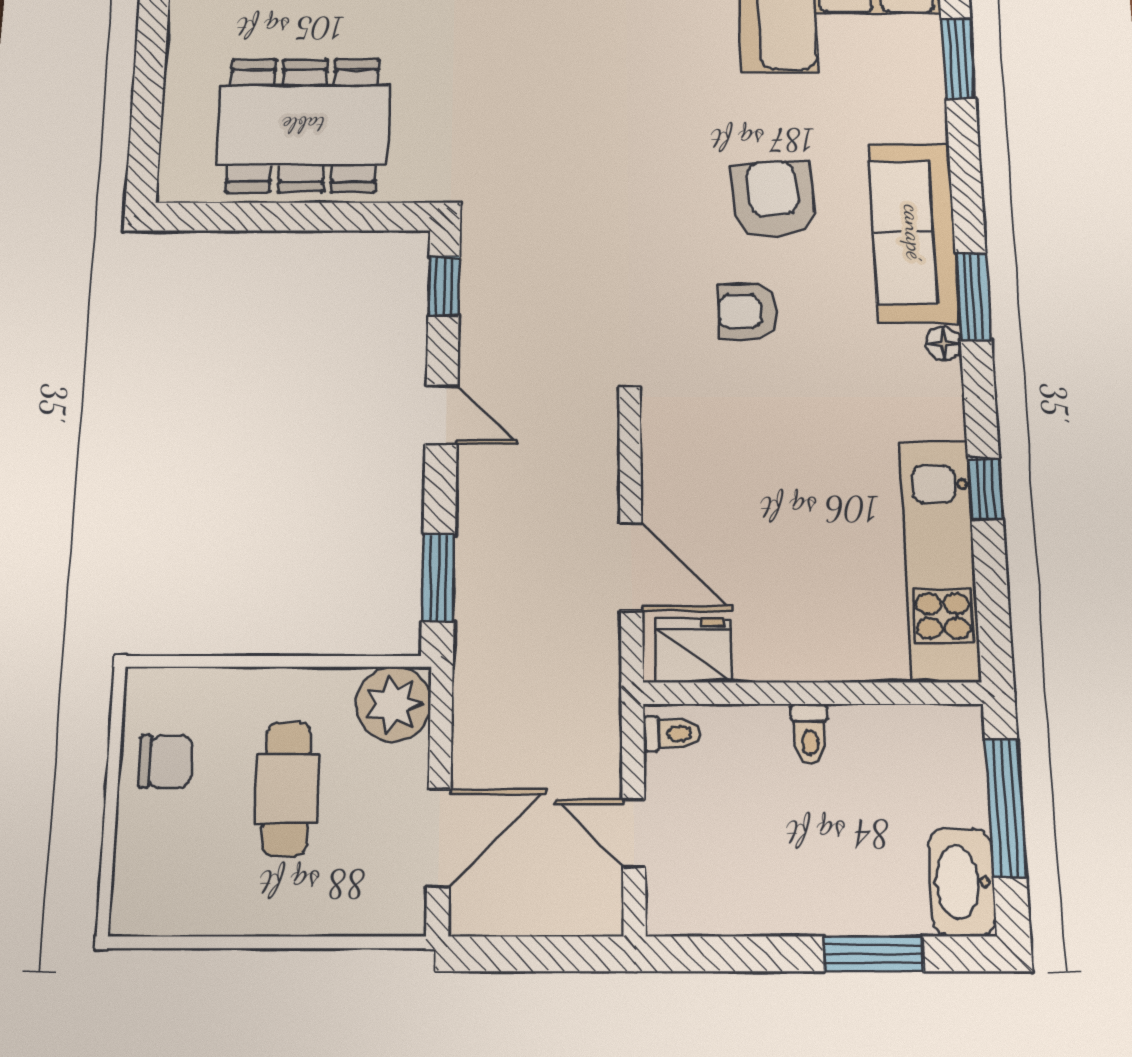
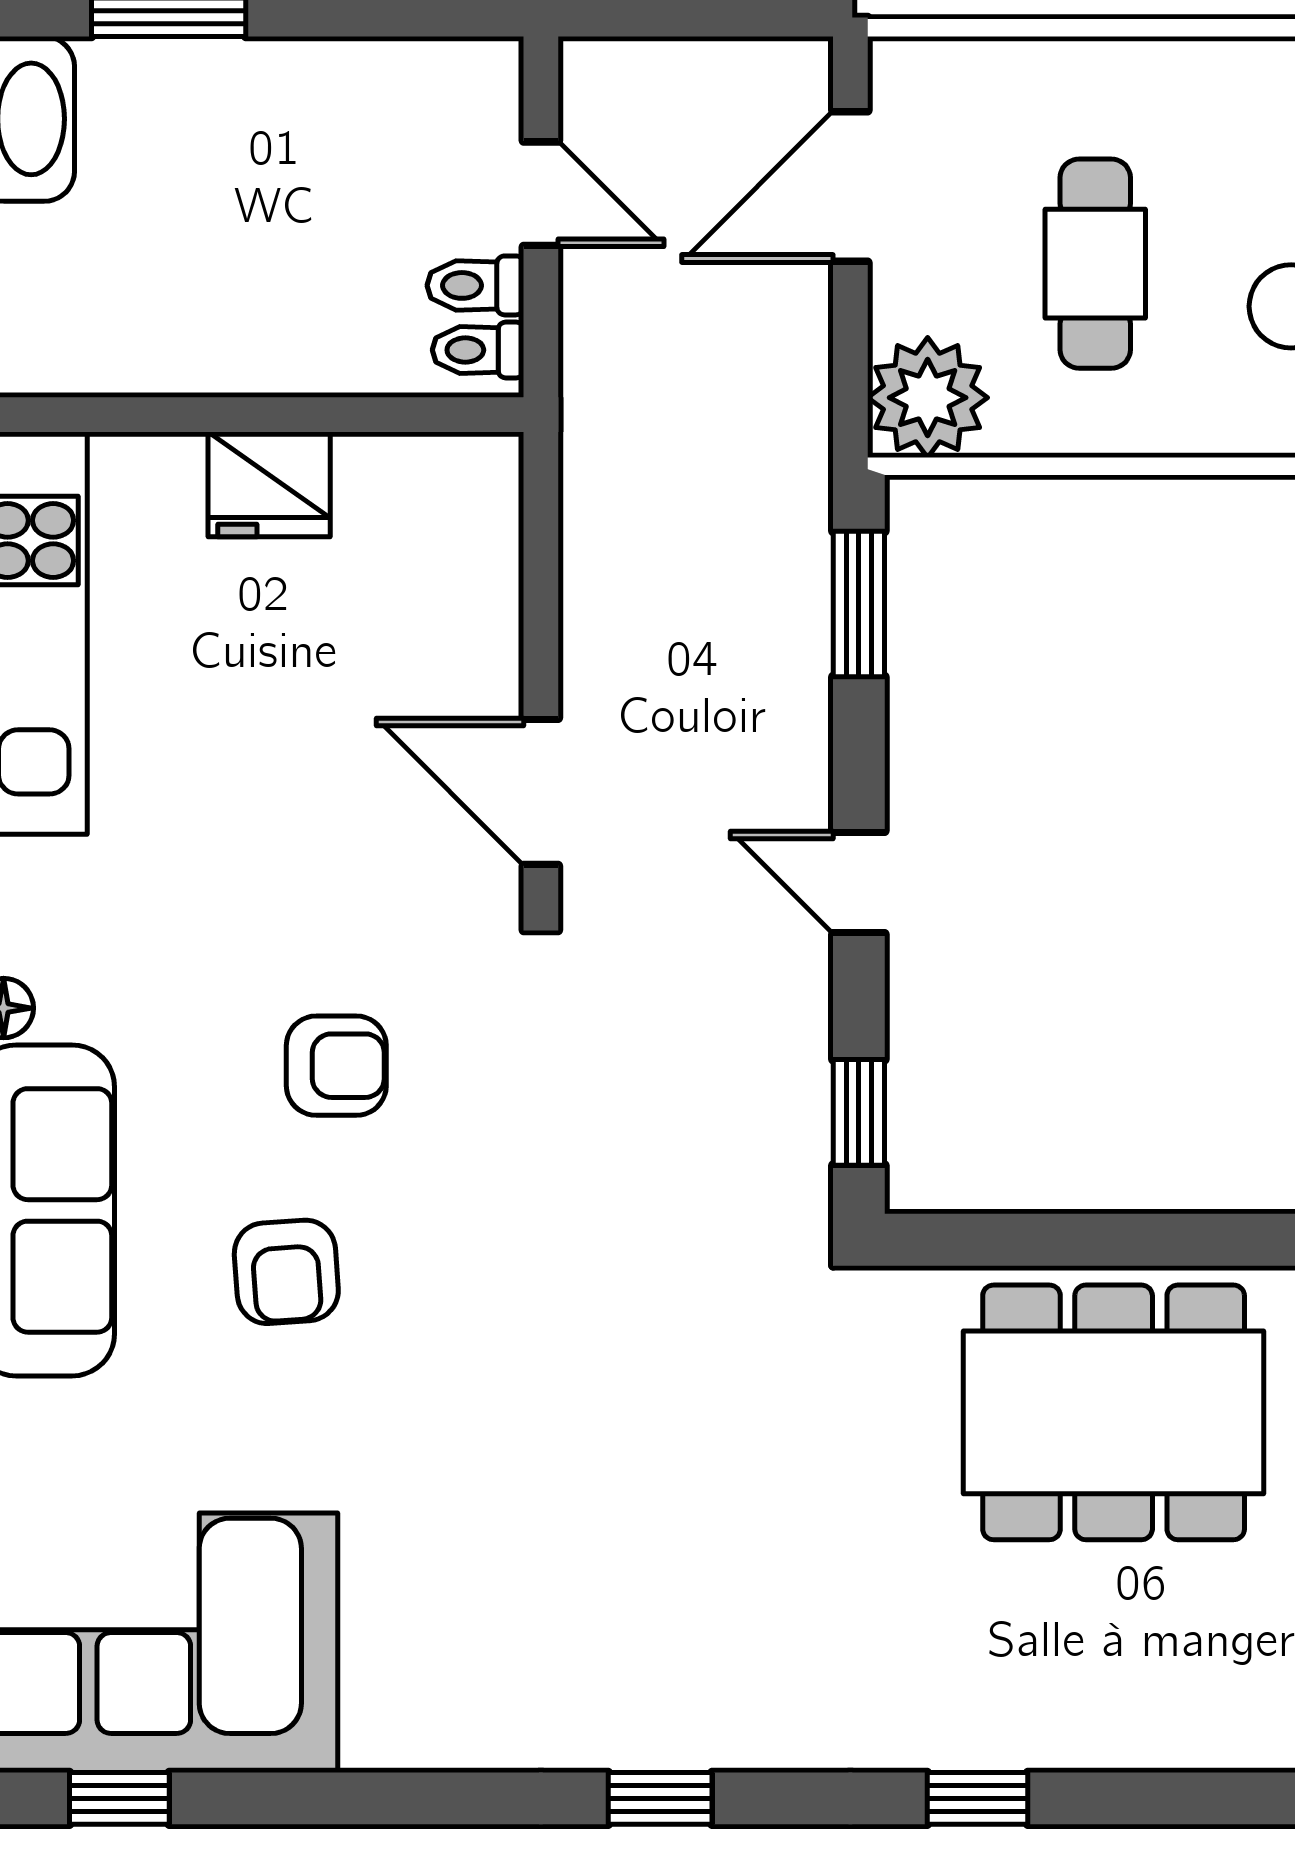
armchair: (773, 199) -> (286, 1272), width x0.72, depth x0.72
door: (631, 566) -> (541, 792), moved
fridge: (694, 650) -> (269, 484), moved
toilet: (810, 734) -> (475, 285), moved, turned -90

